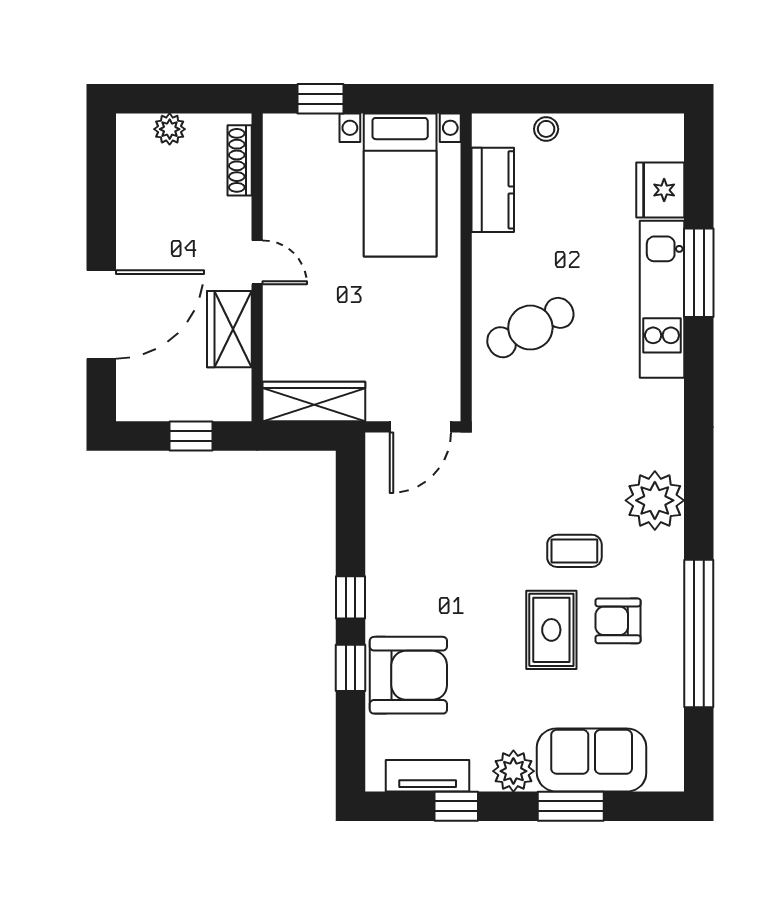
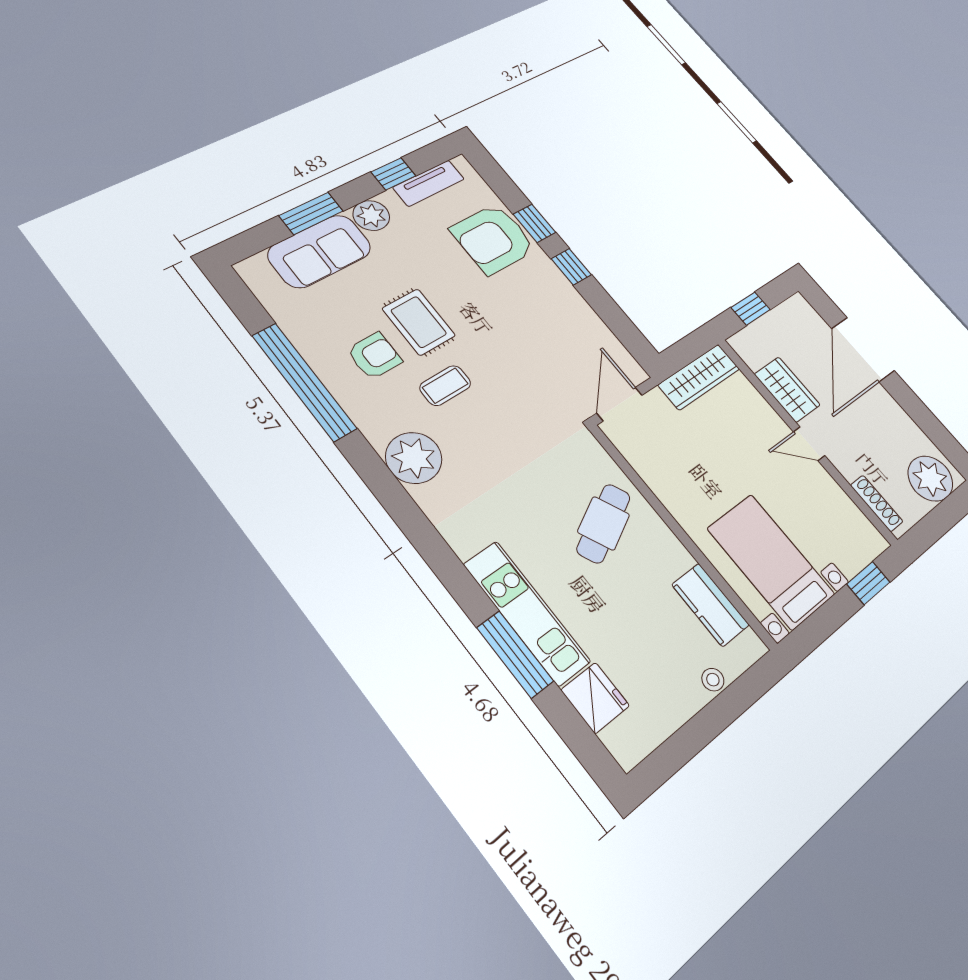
plant: (170, 129) -> (930, 478), width x1.88, depth x1.88

